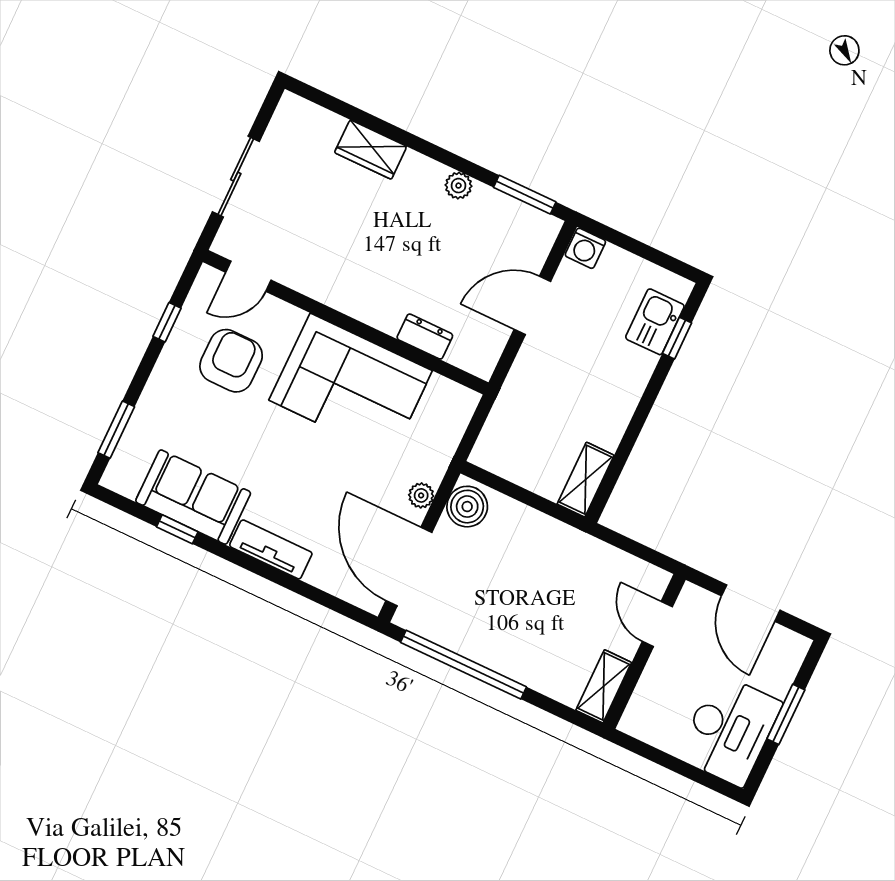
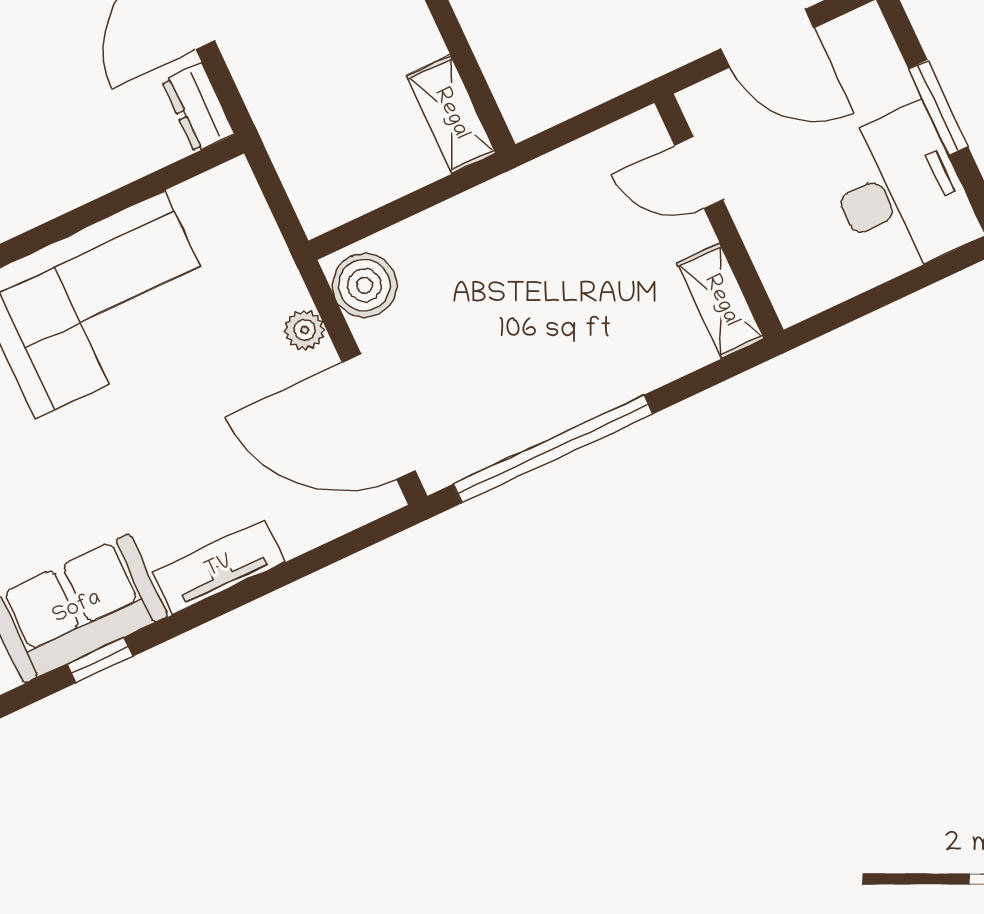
dresser: (425, 337) -> (198, 108), moved, turned -90

